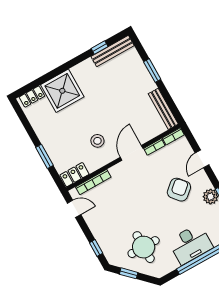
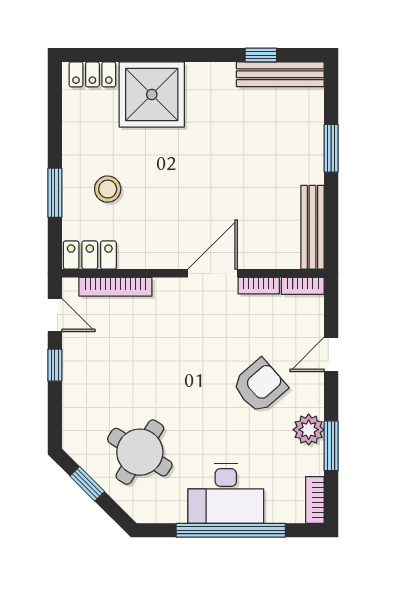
stool: (97, 141) -> (108, 189), moved
round table: (144, 247) -> (140, 452), turned 32
window: (96, 248) -> (55, 365), moved

